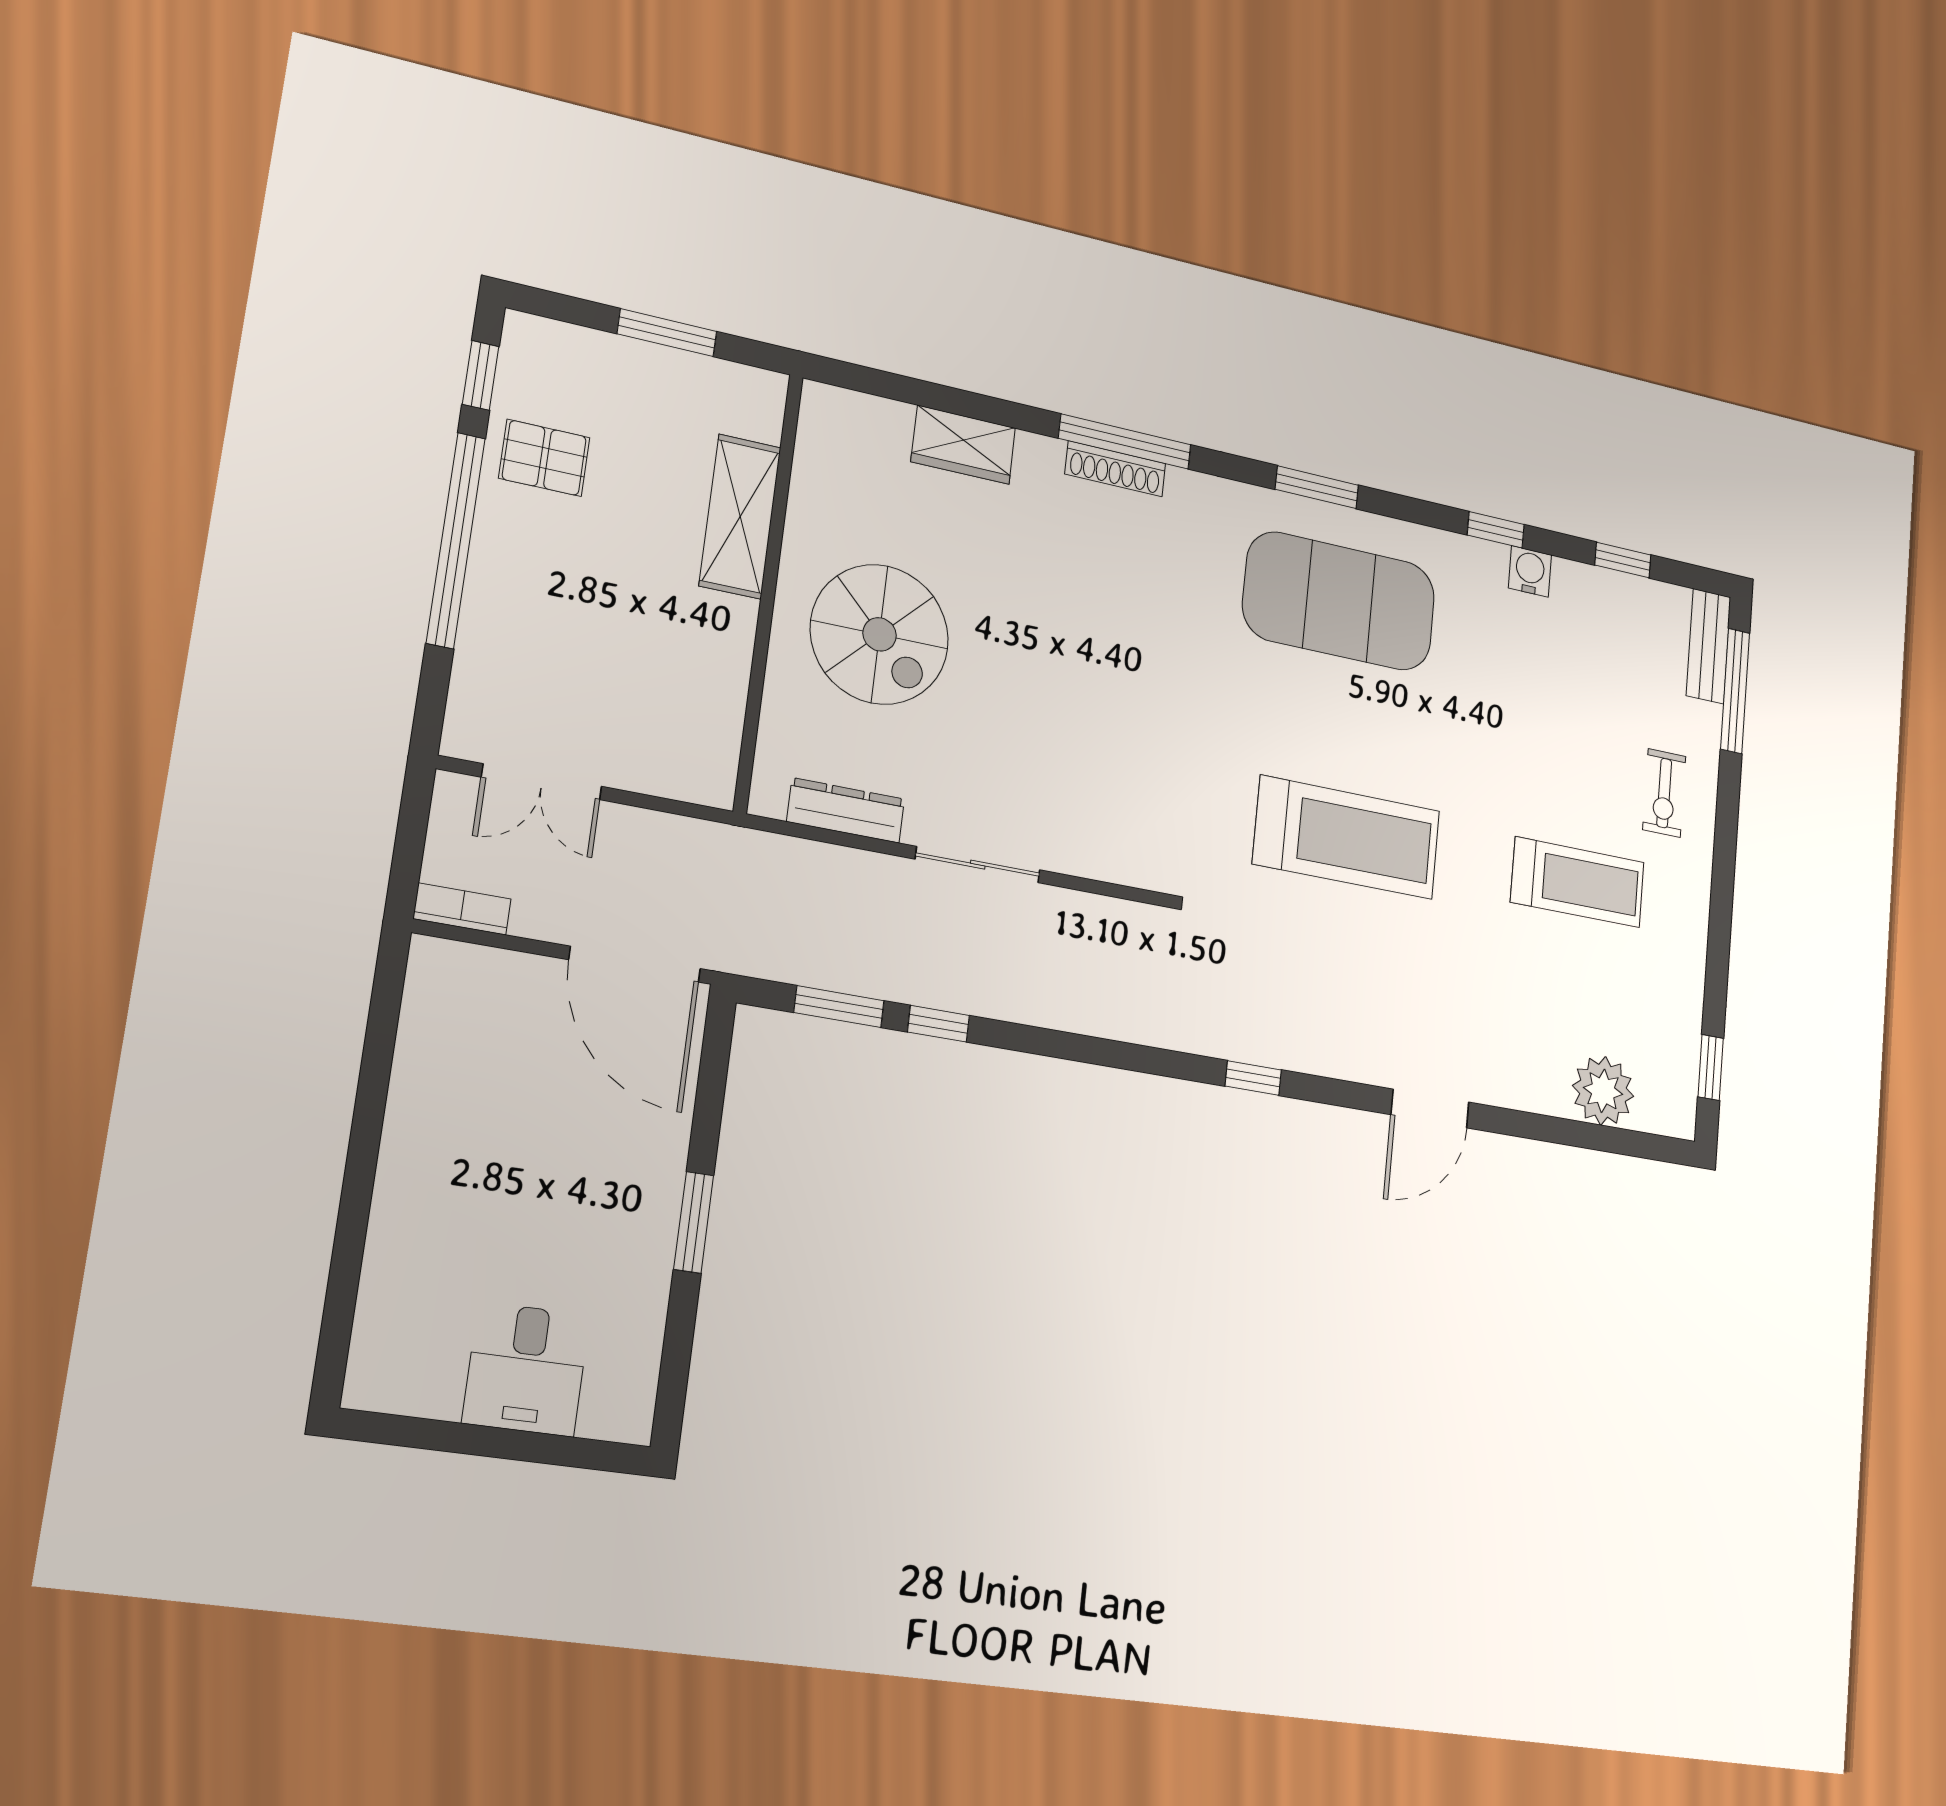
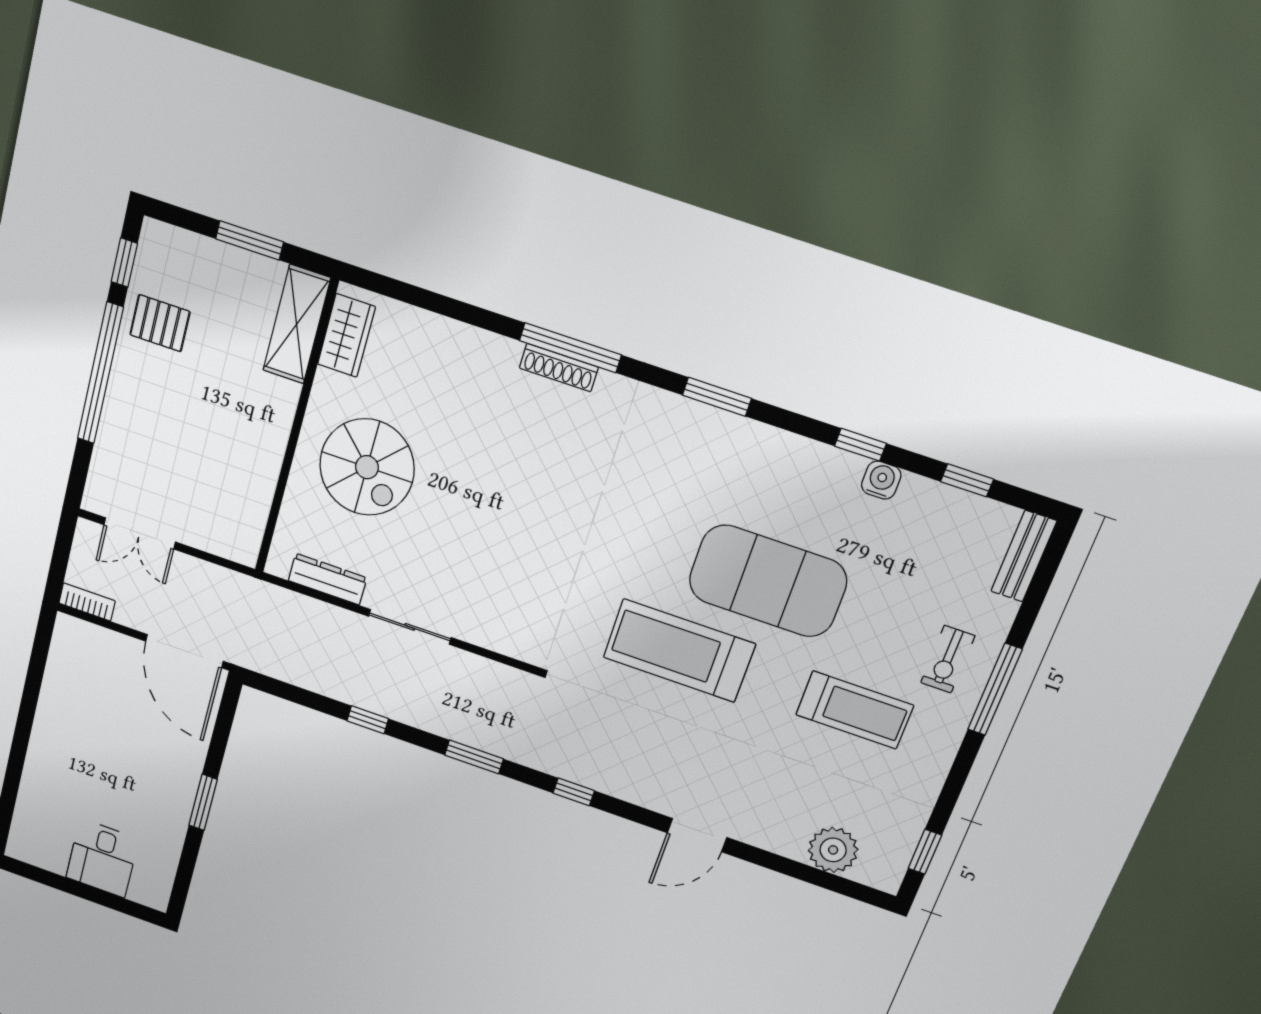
wardrobe: (963, 445) -> (346, 336), moved, turned -90
shelving: (740, 517) -> (297, 324), moved
exercise mat: (1339, 601) -> (768, 581), moved
window: (1735, 691) -> (995, 689), moved
treadmill: (1347, 837) -> (679, 651), turned 180
window: (839, 1007) -> (474, 757), moved

